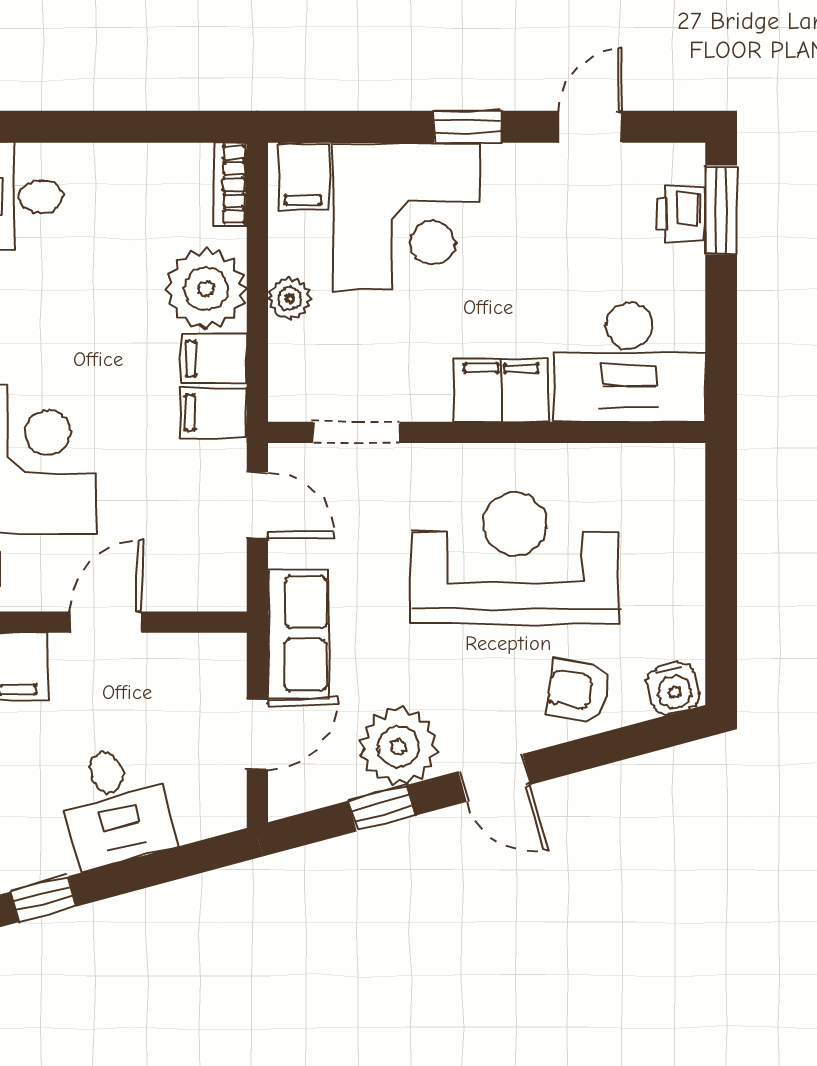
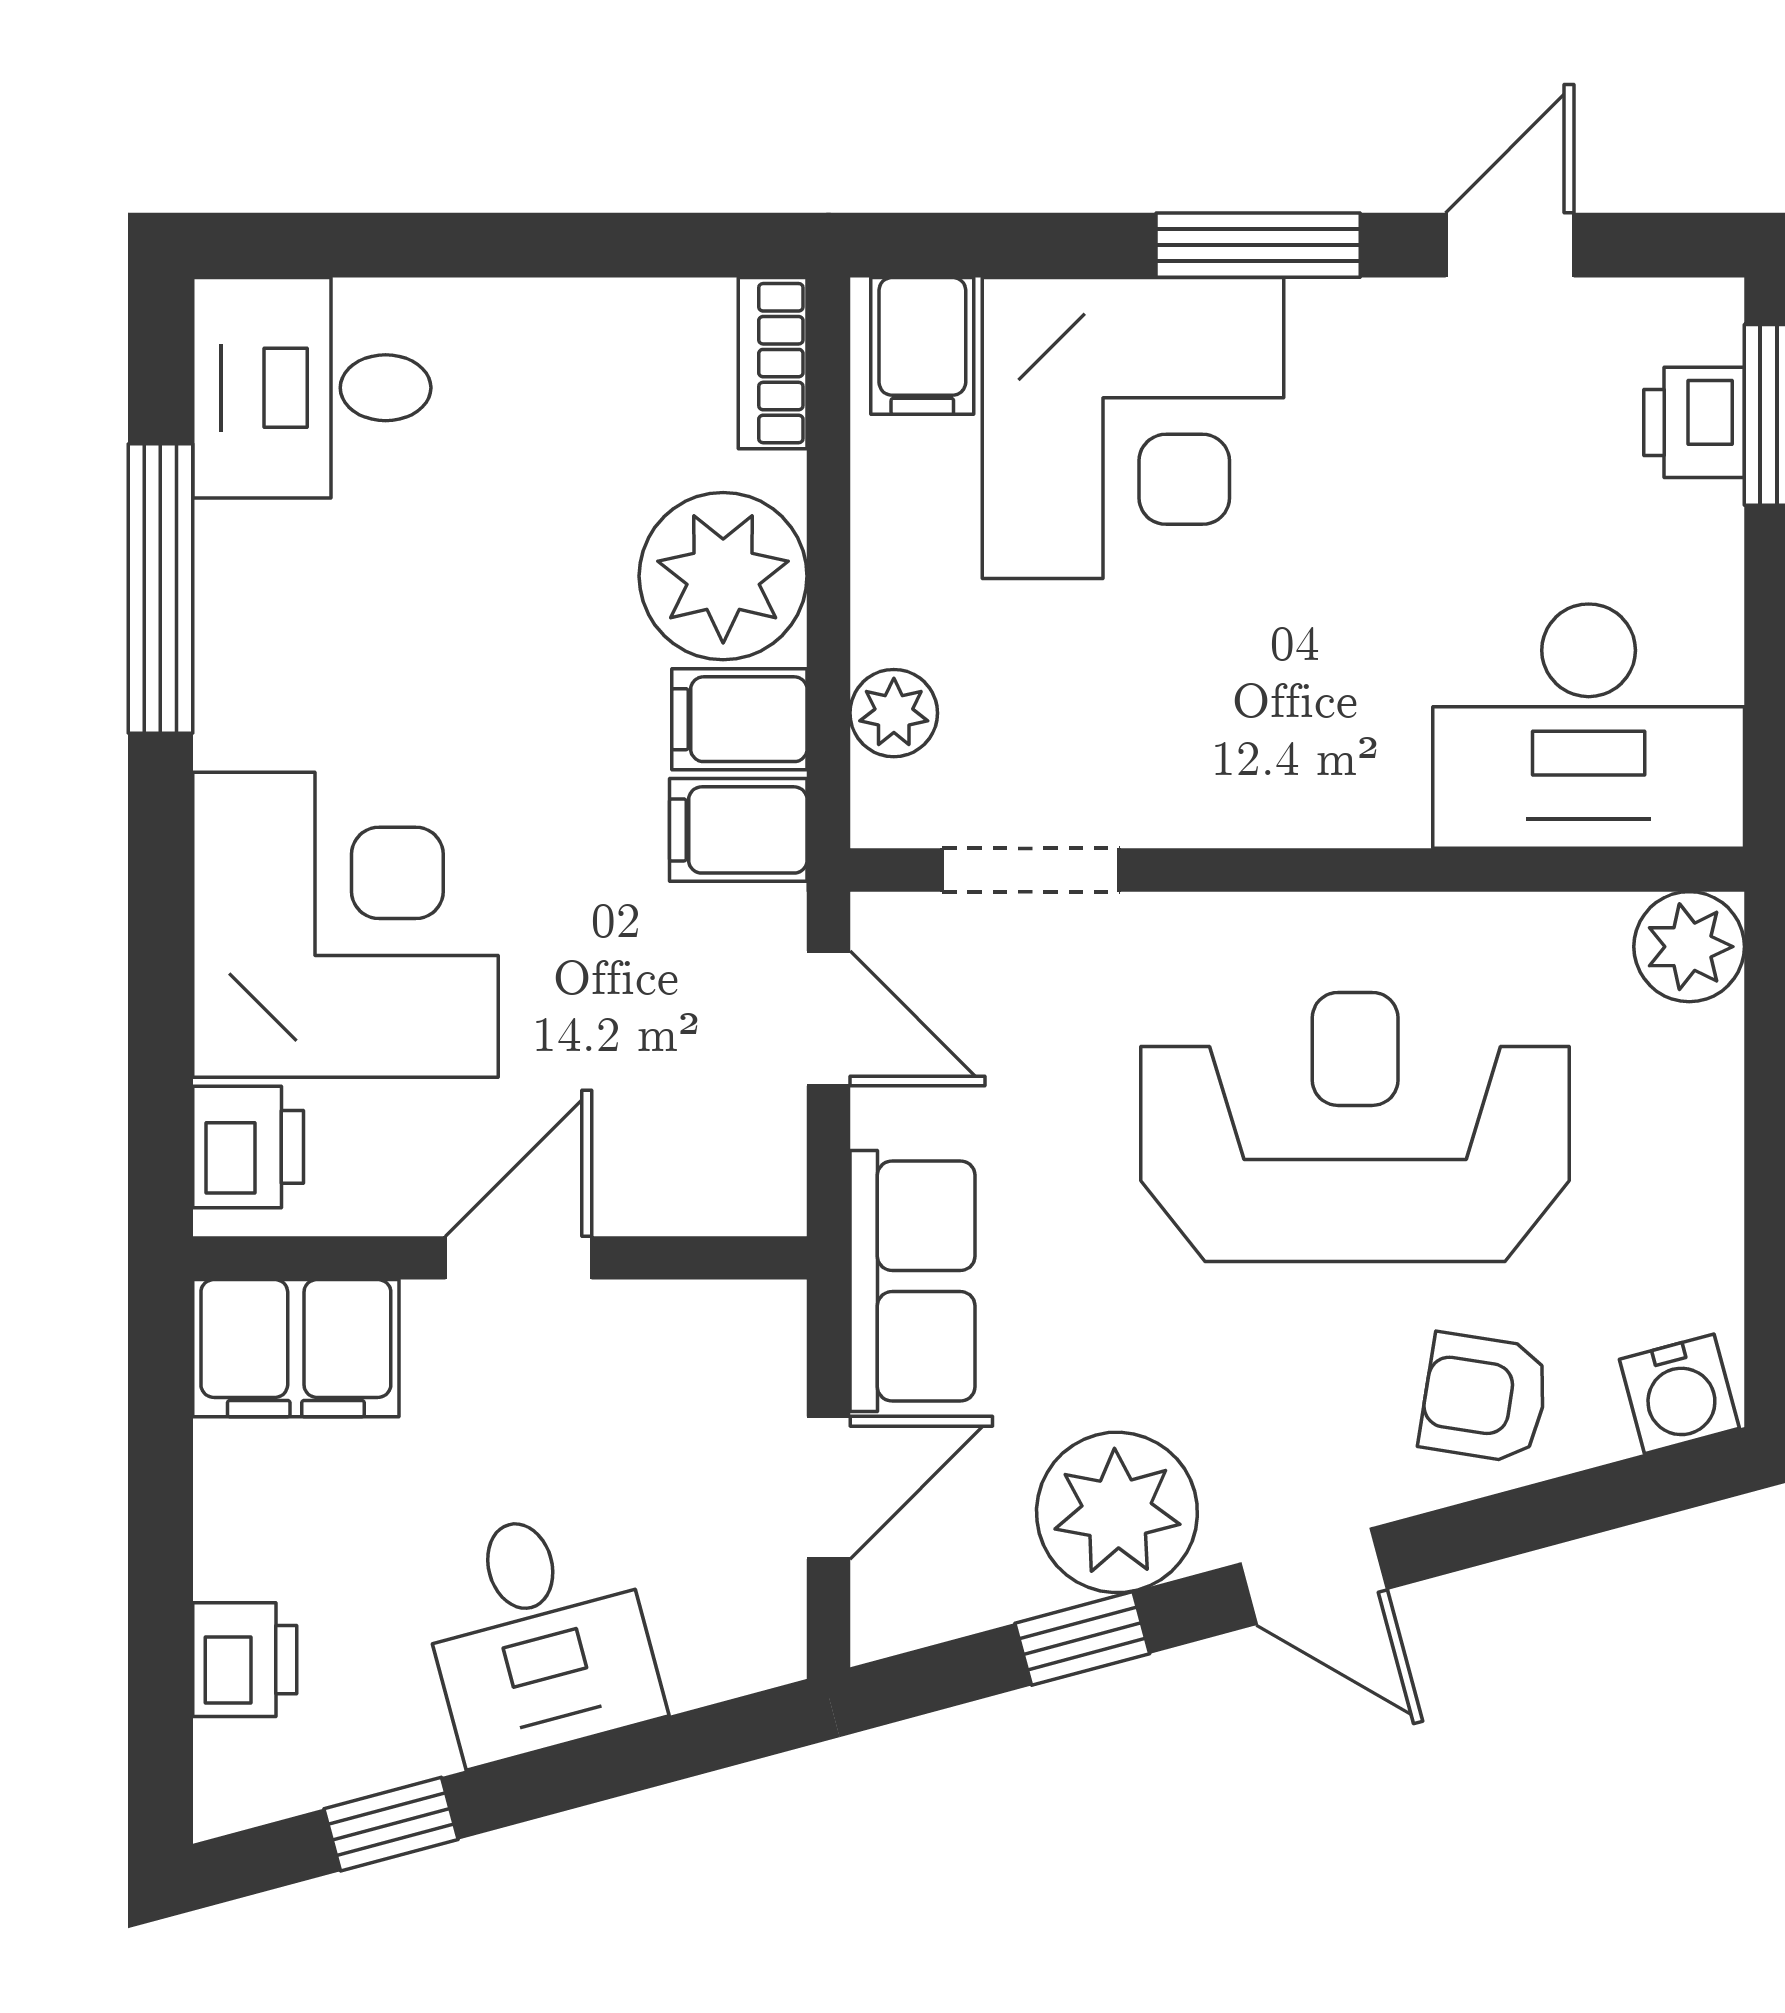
window: (467, 127) -> (1258, 245), width x1.50
plant: (289, 298) -> (894, 713), moved
filing cabinet: (501, 390) -> (1327, 784), removed
plant: (678, 470) -> (1689, 947), added

